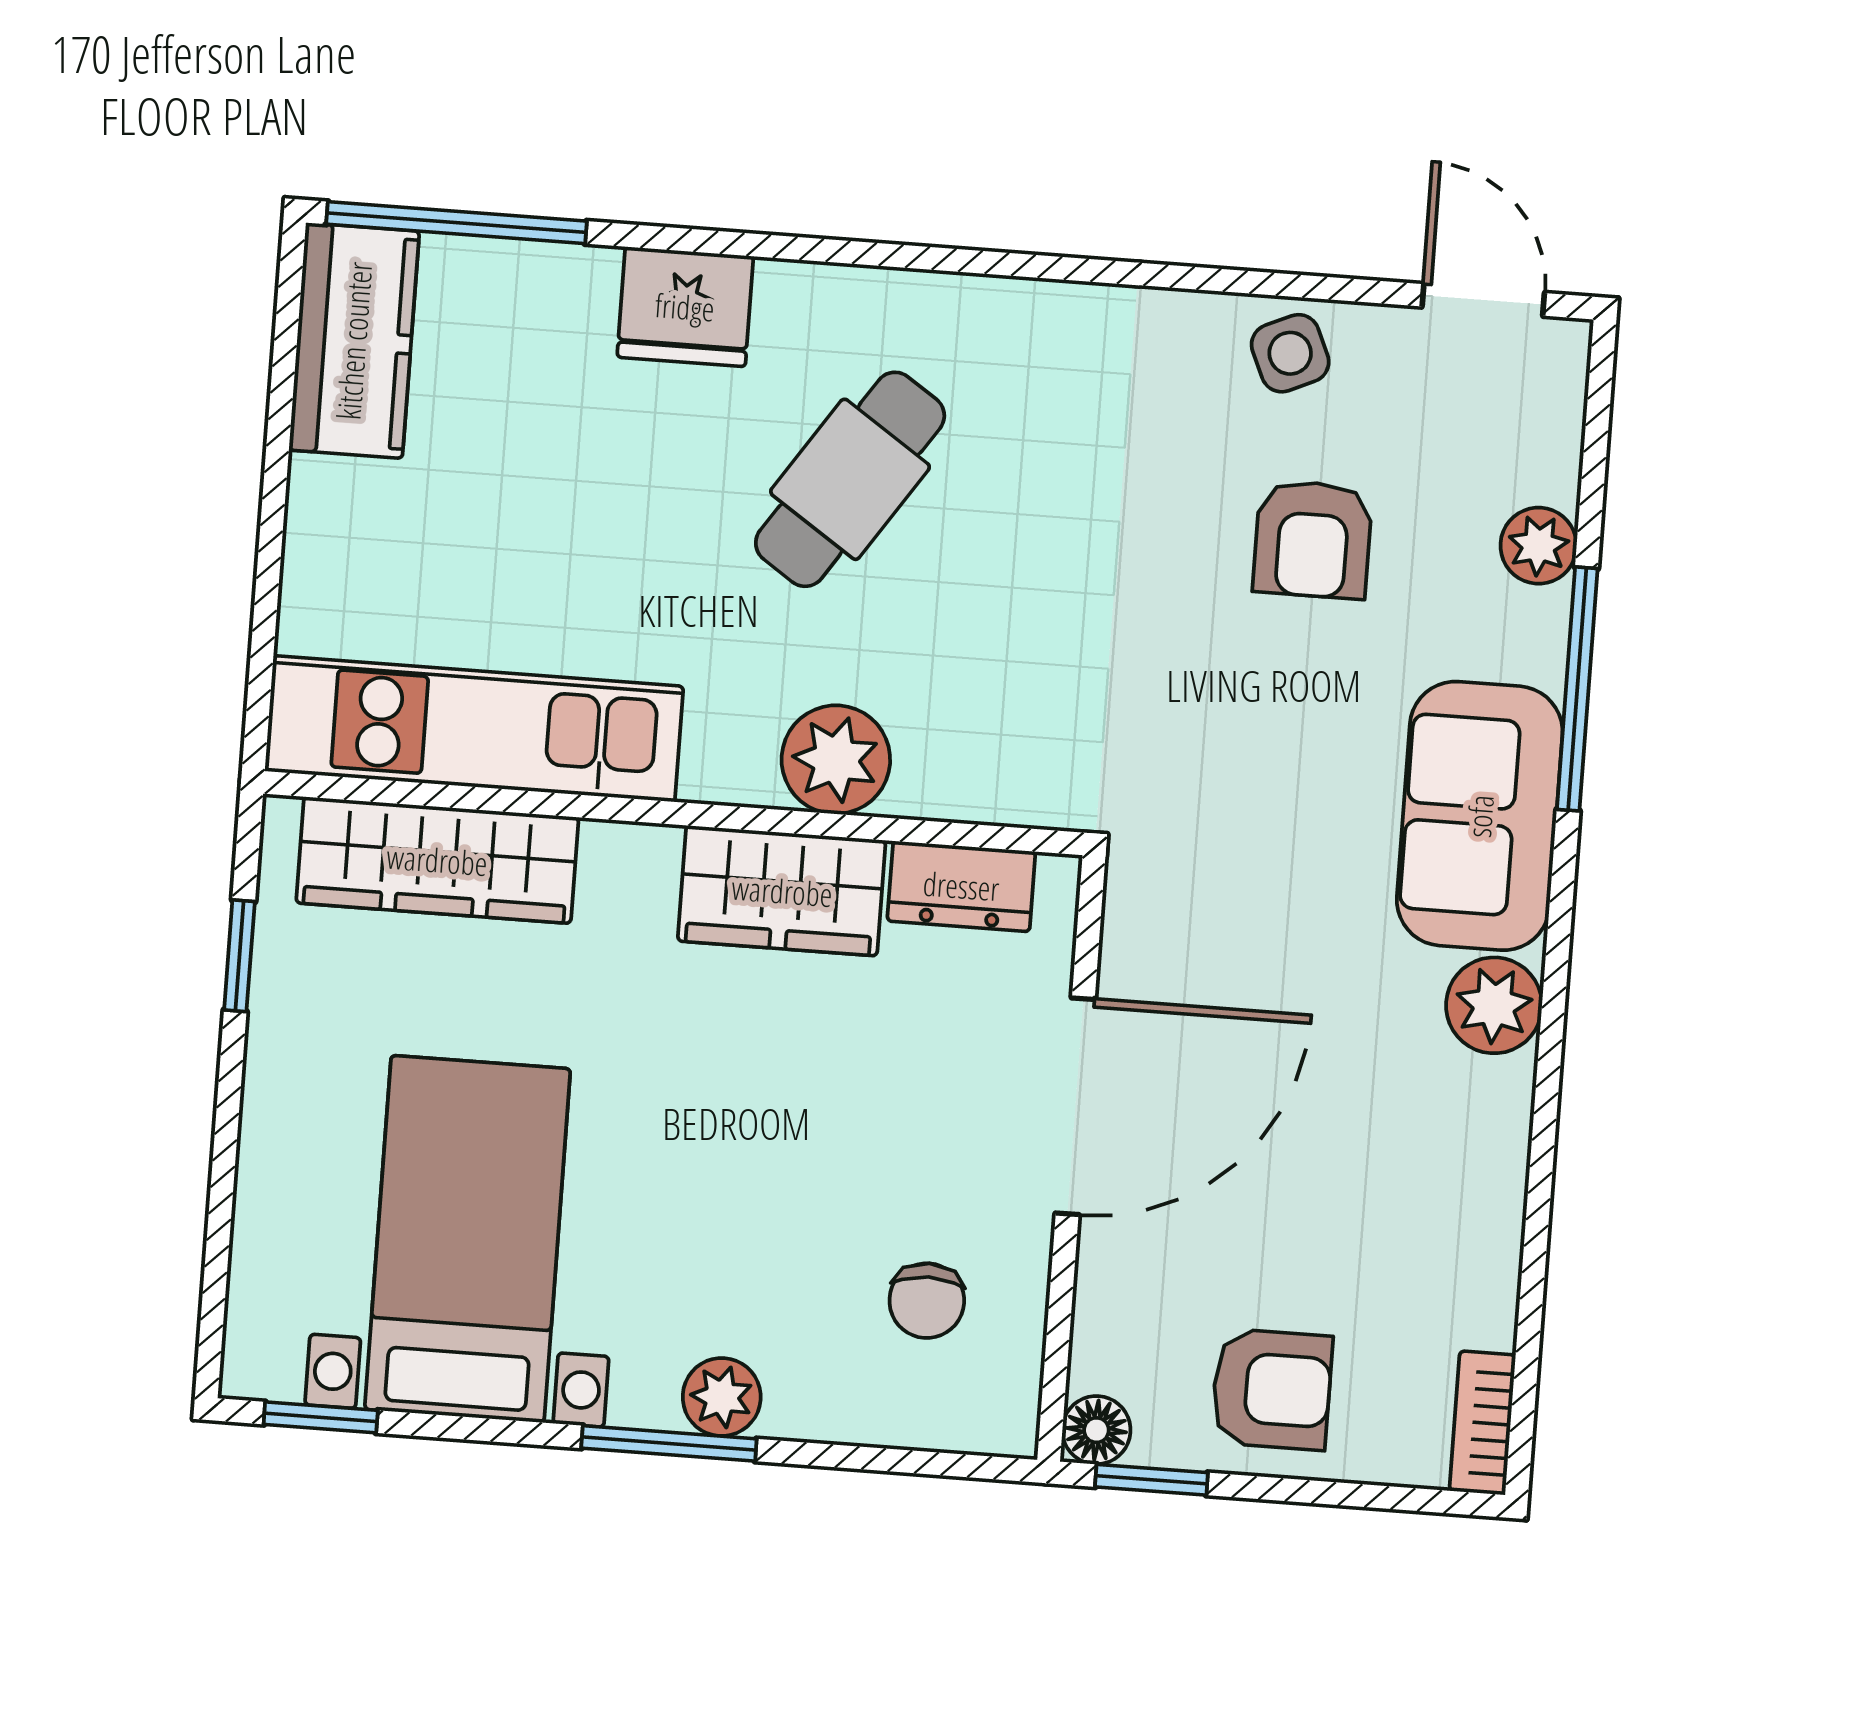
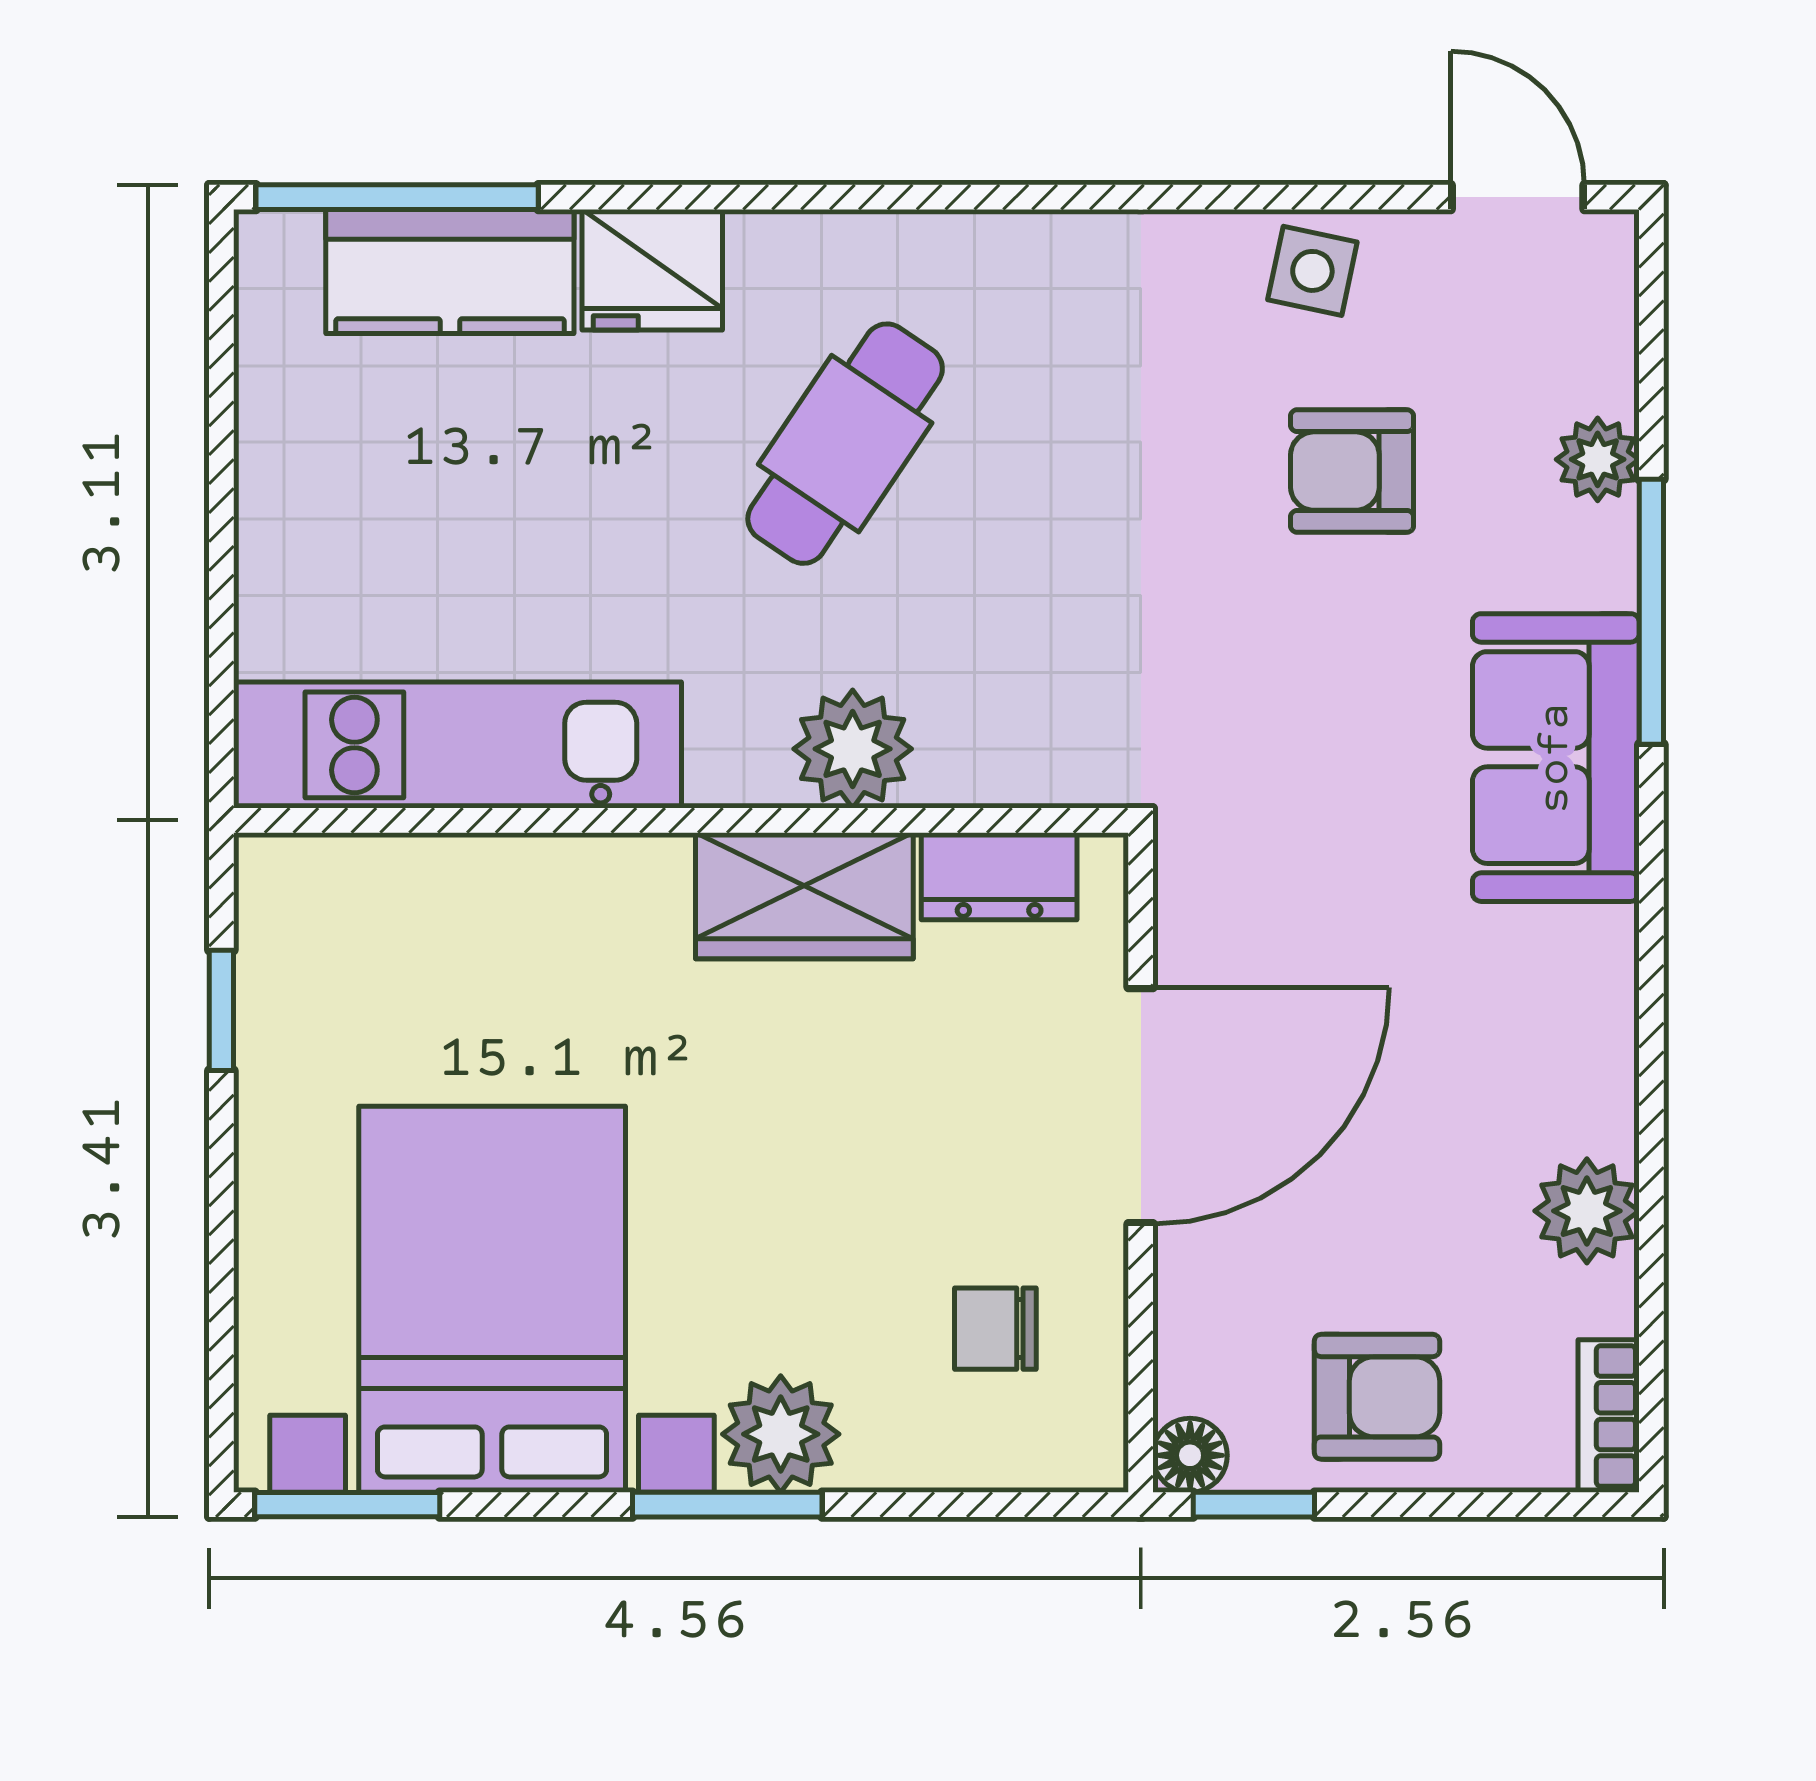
kitchen counter: (354, 341) -> (450, 272), moved, turned 90
side table: (1290, 353) -> (1312, 271), turned 36
armchair: (1313, 539) -> (1352, 471), turned 90
wardrobe: (437, 860) -> (428, 891), removed
plant: (1494, 1005) -> (1587, 1211), moved
bed with nightstands: (468, 1239) -> (492, 1299), width x1.36
chair: (927, 1301) -> (995, 1329), turned 90
plant: (722, 1397) -> (781, 1434), width x1.38, depth x1.38
window: (321, 1417) -> (347, 1505), width x1.50

